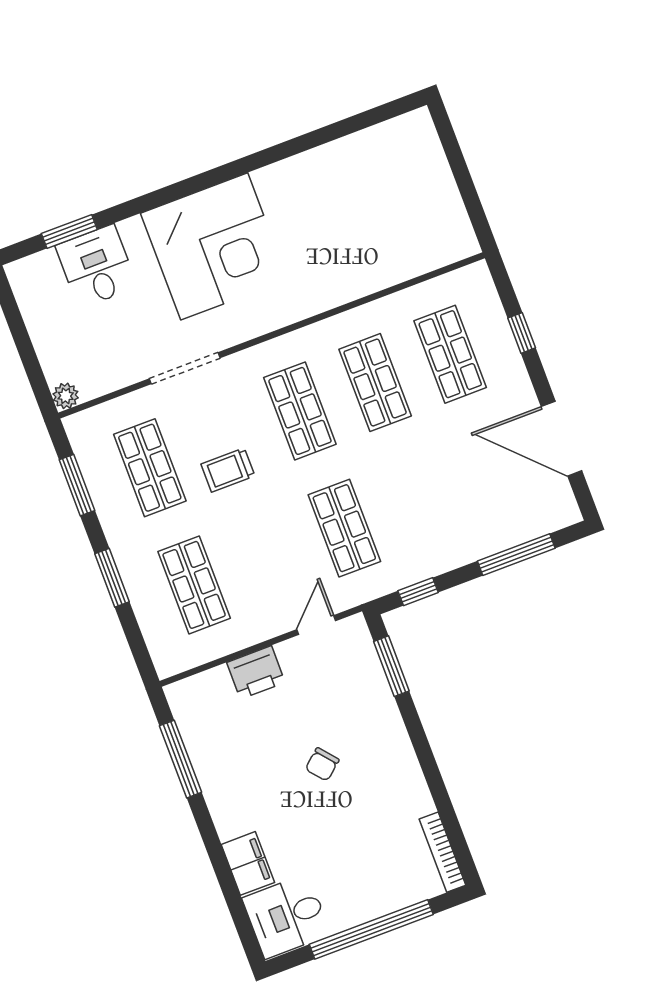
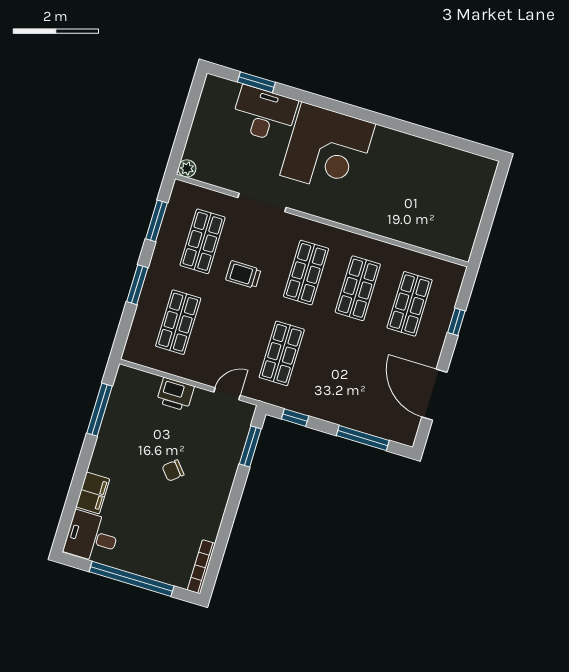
desk: (96, 266) -> (264, 114), width x1.37

